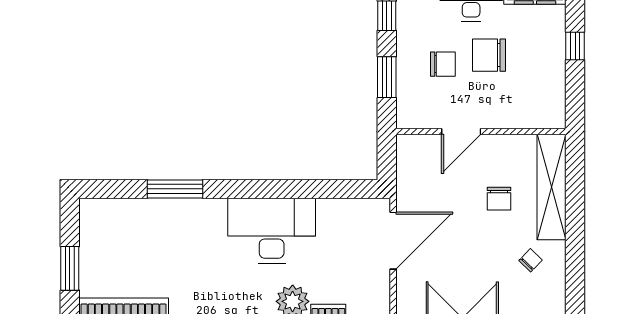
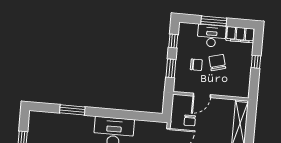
chair: (489, 55) -> (217, 63), turned 75
chair: (499, 199) -> (190, 120), moved

